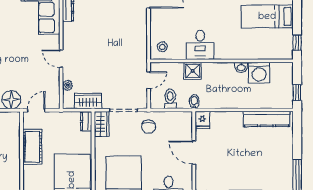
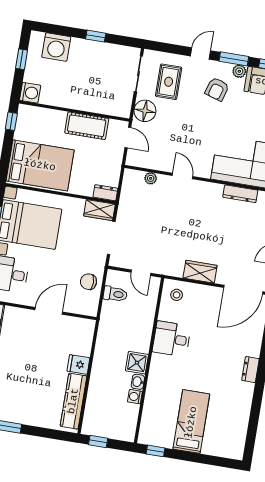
door: (61, 59) -> (183, 176), hinge flipped
shower: (193, 71) -> (137, 363), moved
washing machine: (259, 73) -> (135, 397), width x0.53, depth x0.53
wardrobe: (88, 101) -> (200, 272), moved, turned -90
bidet: (194, 102) -> (107, 321), removed
fridge: (202, 120) -> (78, 364), moved
chair: (149, 127) -> (89, 282), moved

